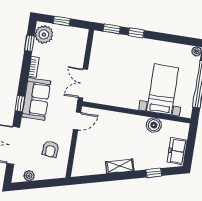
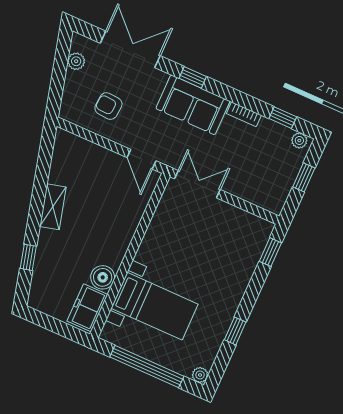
window: (136, 33) -> (235, 331), moved
plant: (44, 35) -> (299, 140), width x0.53, depth x0.53
freezer: (177, 151) -> (87, 308), moved, turned -90

